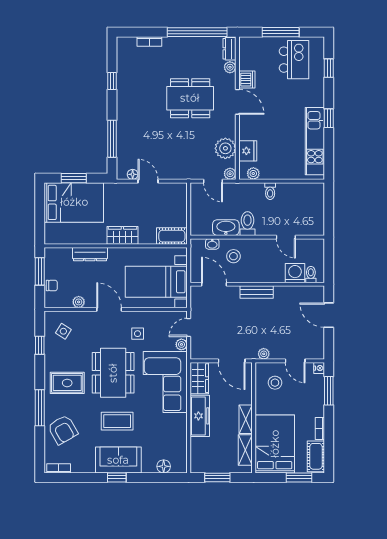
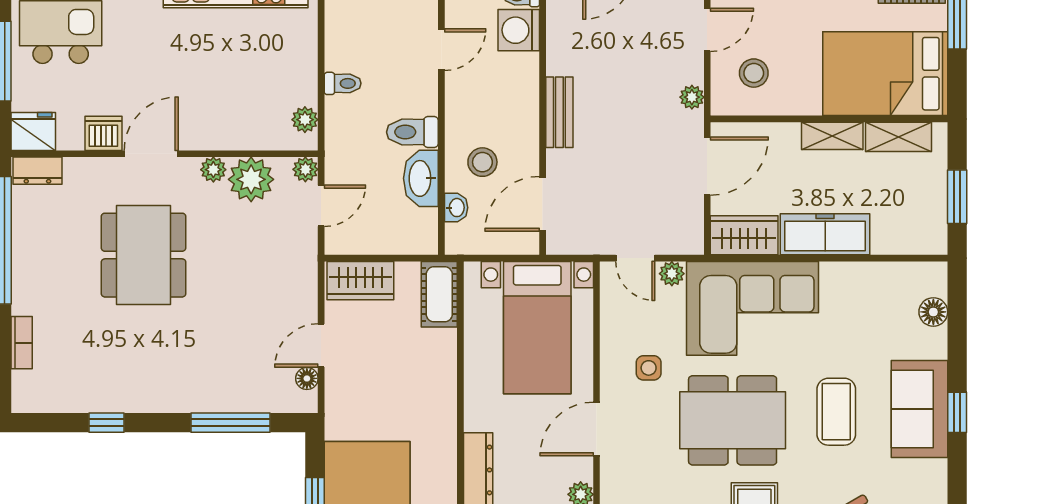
plant: (230, 67) -> (213, 170), moved
fridge: (248, 151) -> (33, 131), moved
wardrobe: (122, 235) -> (360, 281), moved, turned -90

